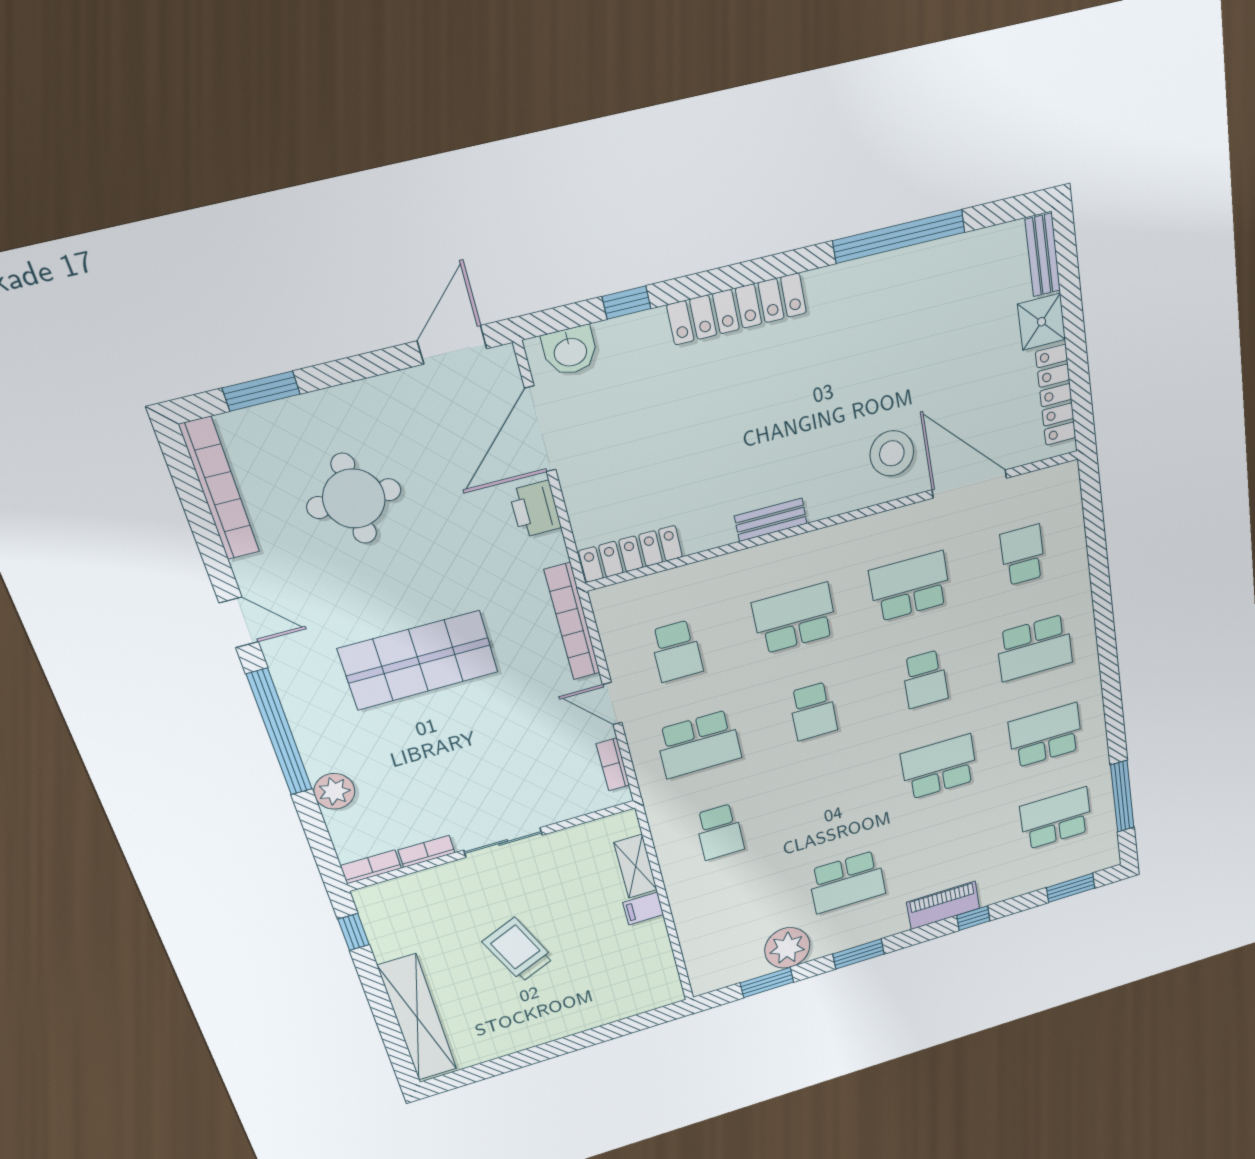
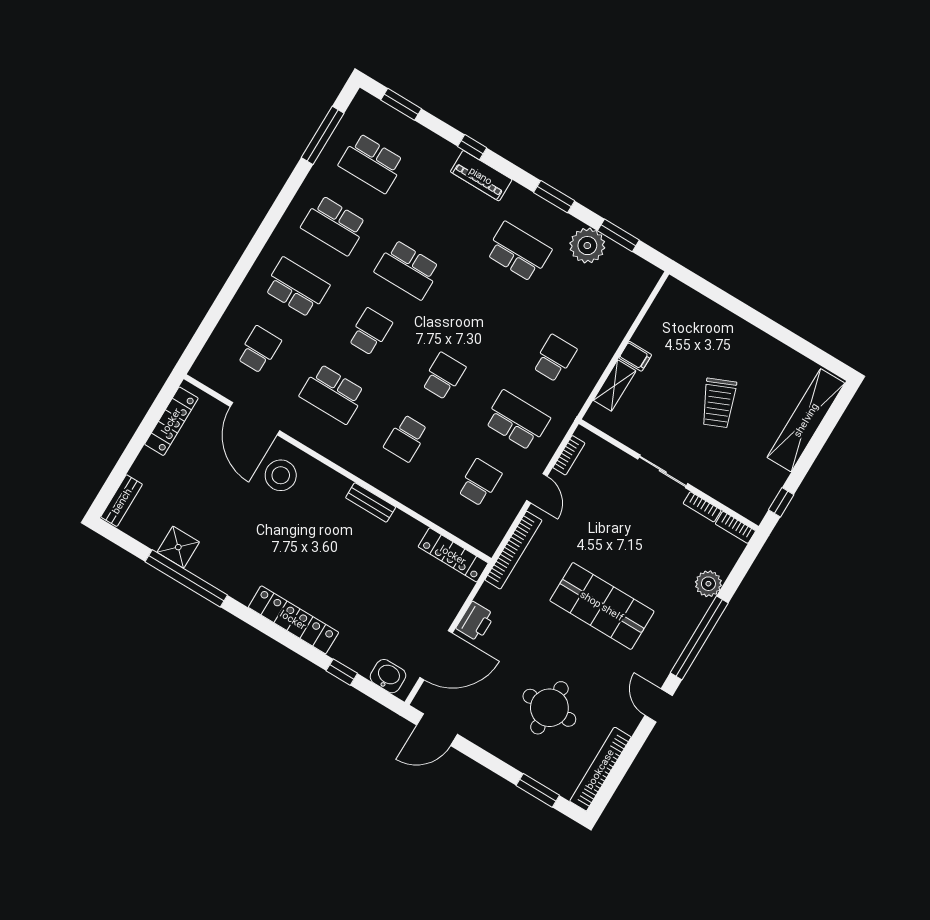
shower: (1042, 322) -> (178, 547), moved
school desk: (1023, 555) -> (259, 350), turned 180
school desk: (795, 618) -> (406, 438), width x0.54

